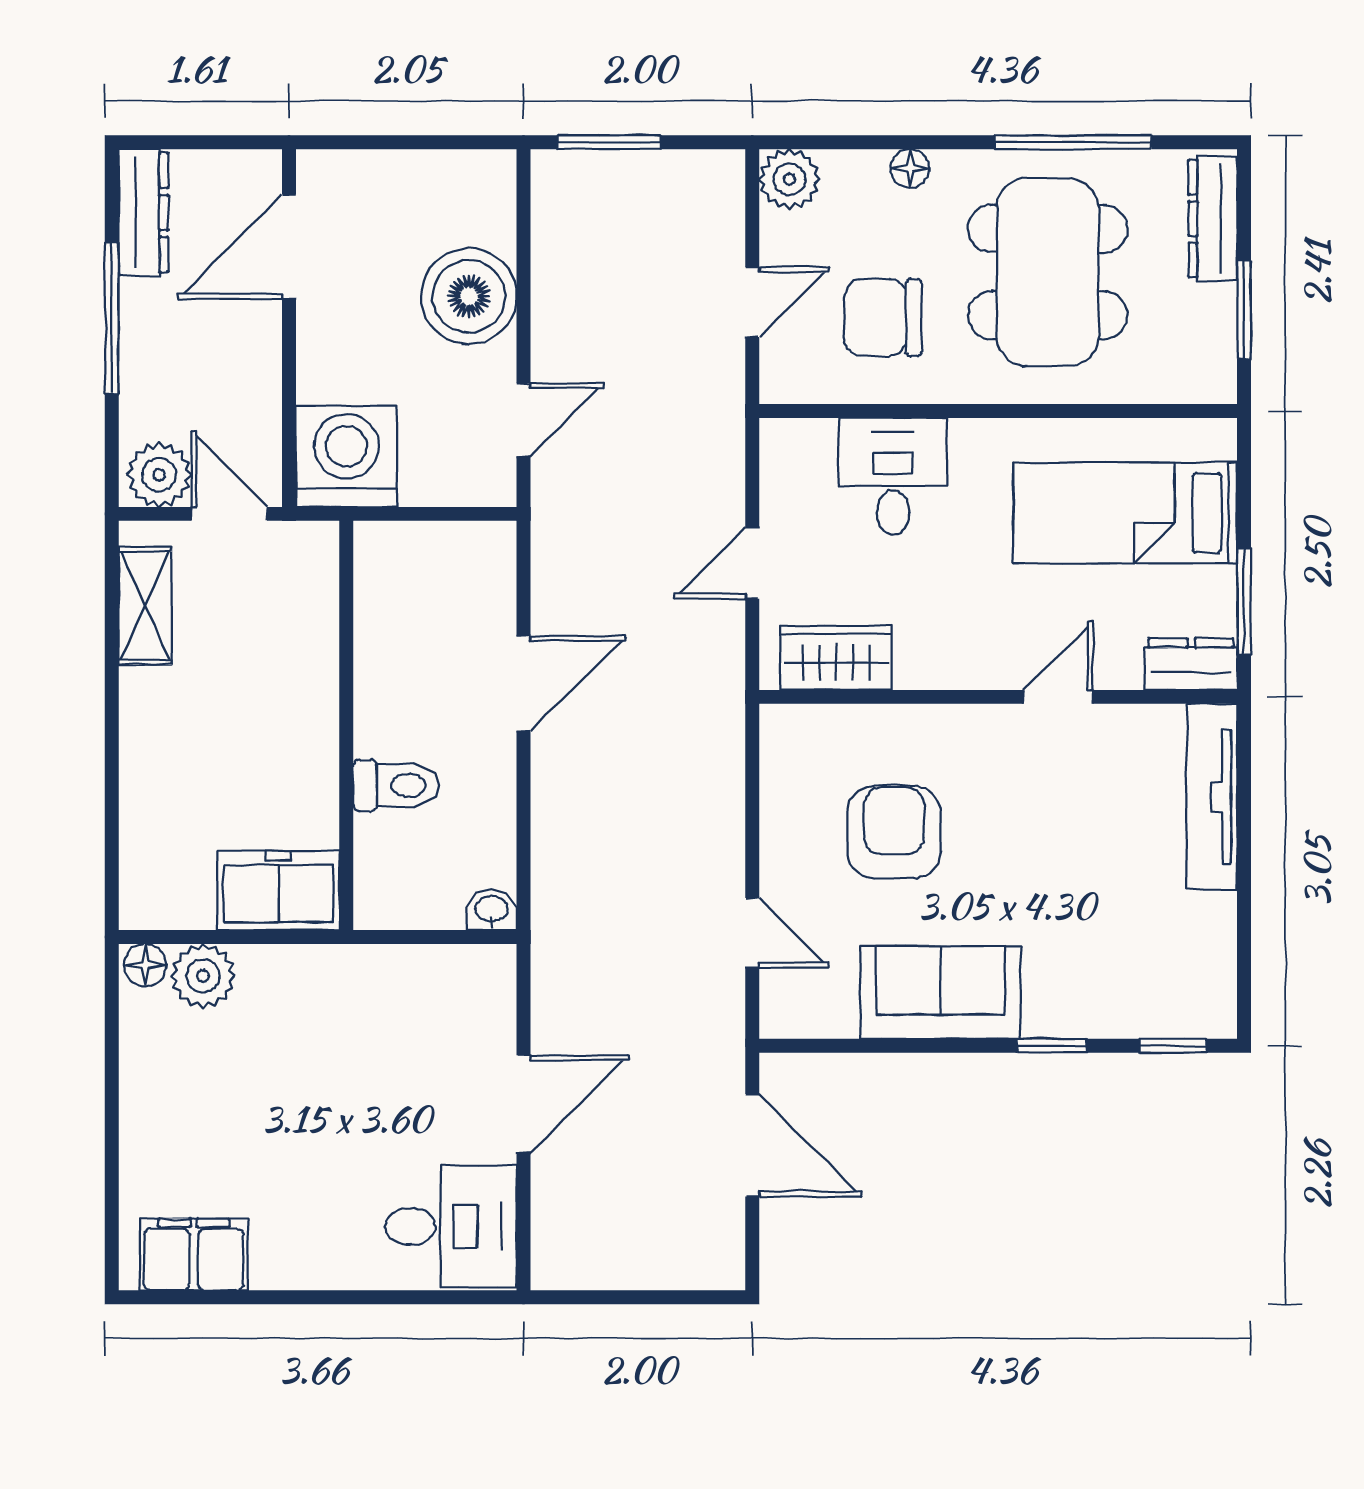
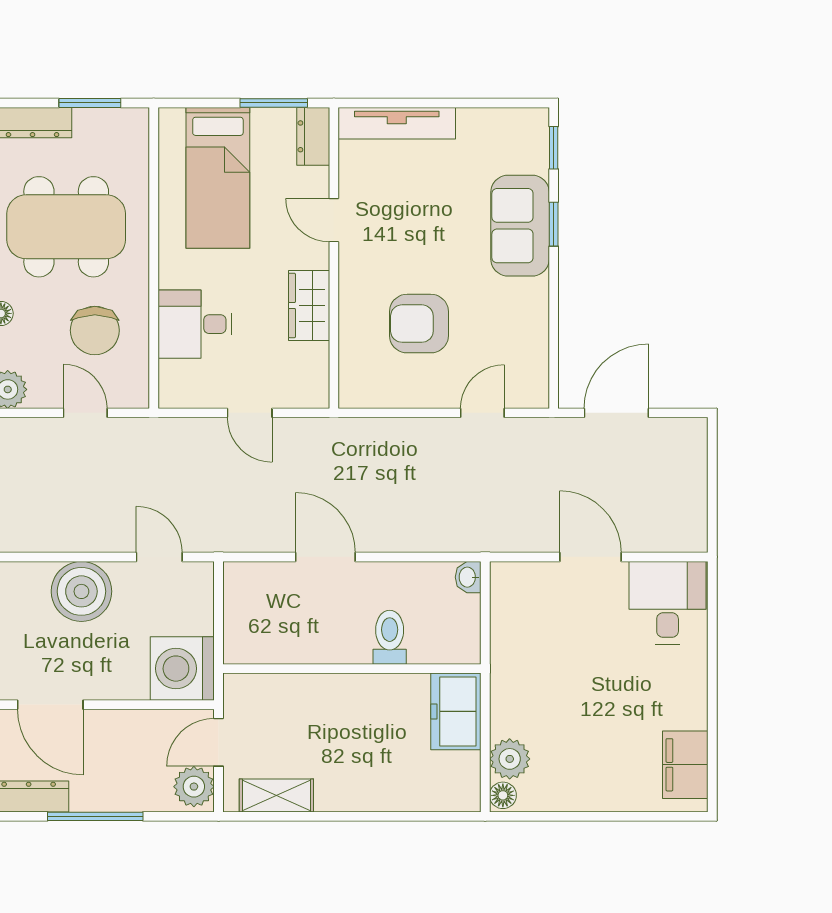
wardrobe: (836, 658) -> (309, 305), moved
sofa: (940, 992) -> (520, 226), moved

